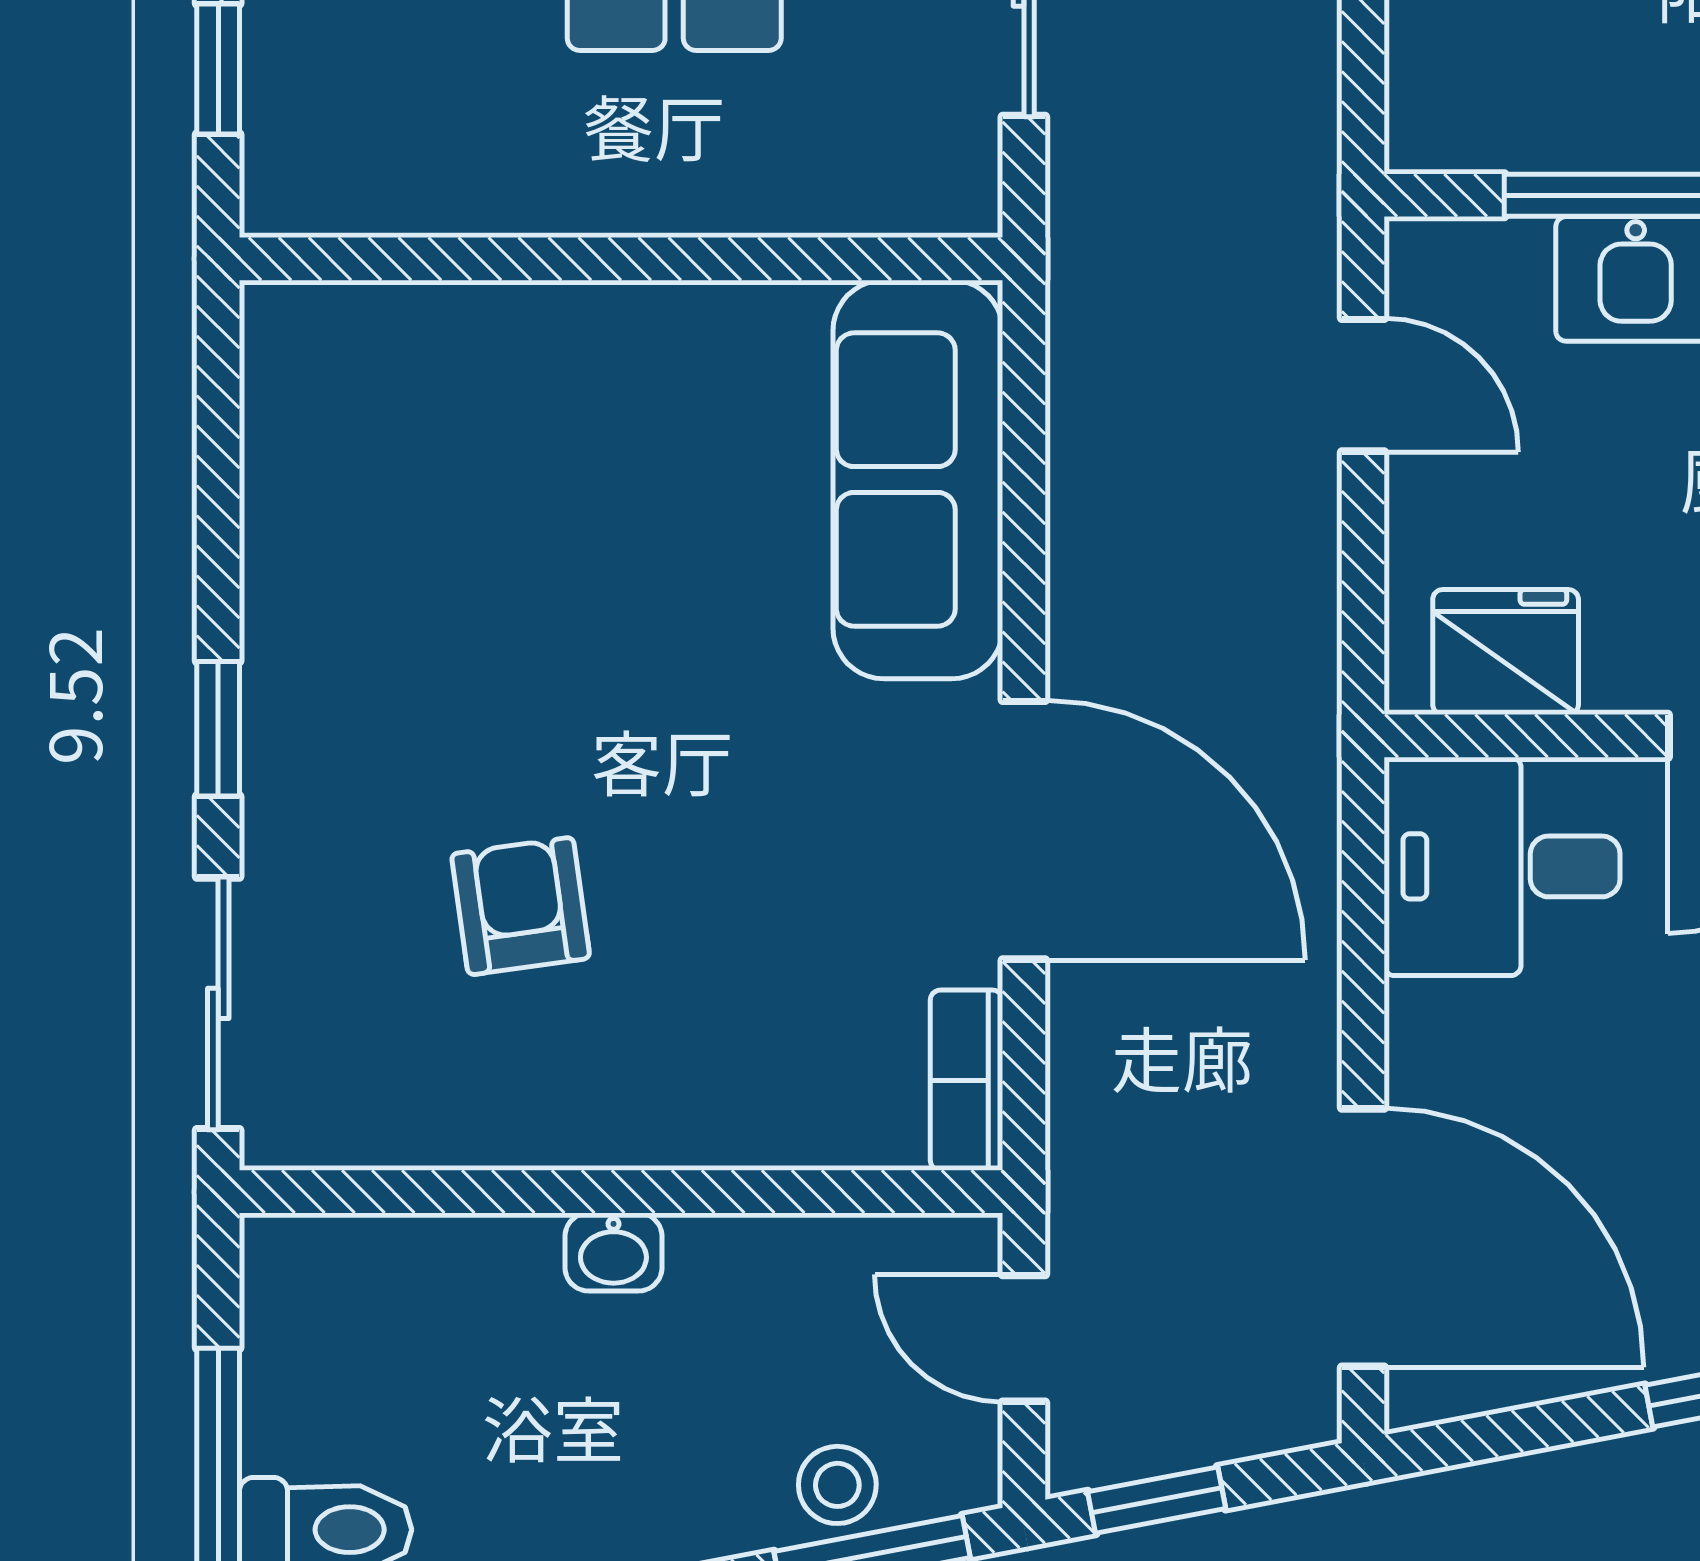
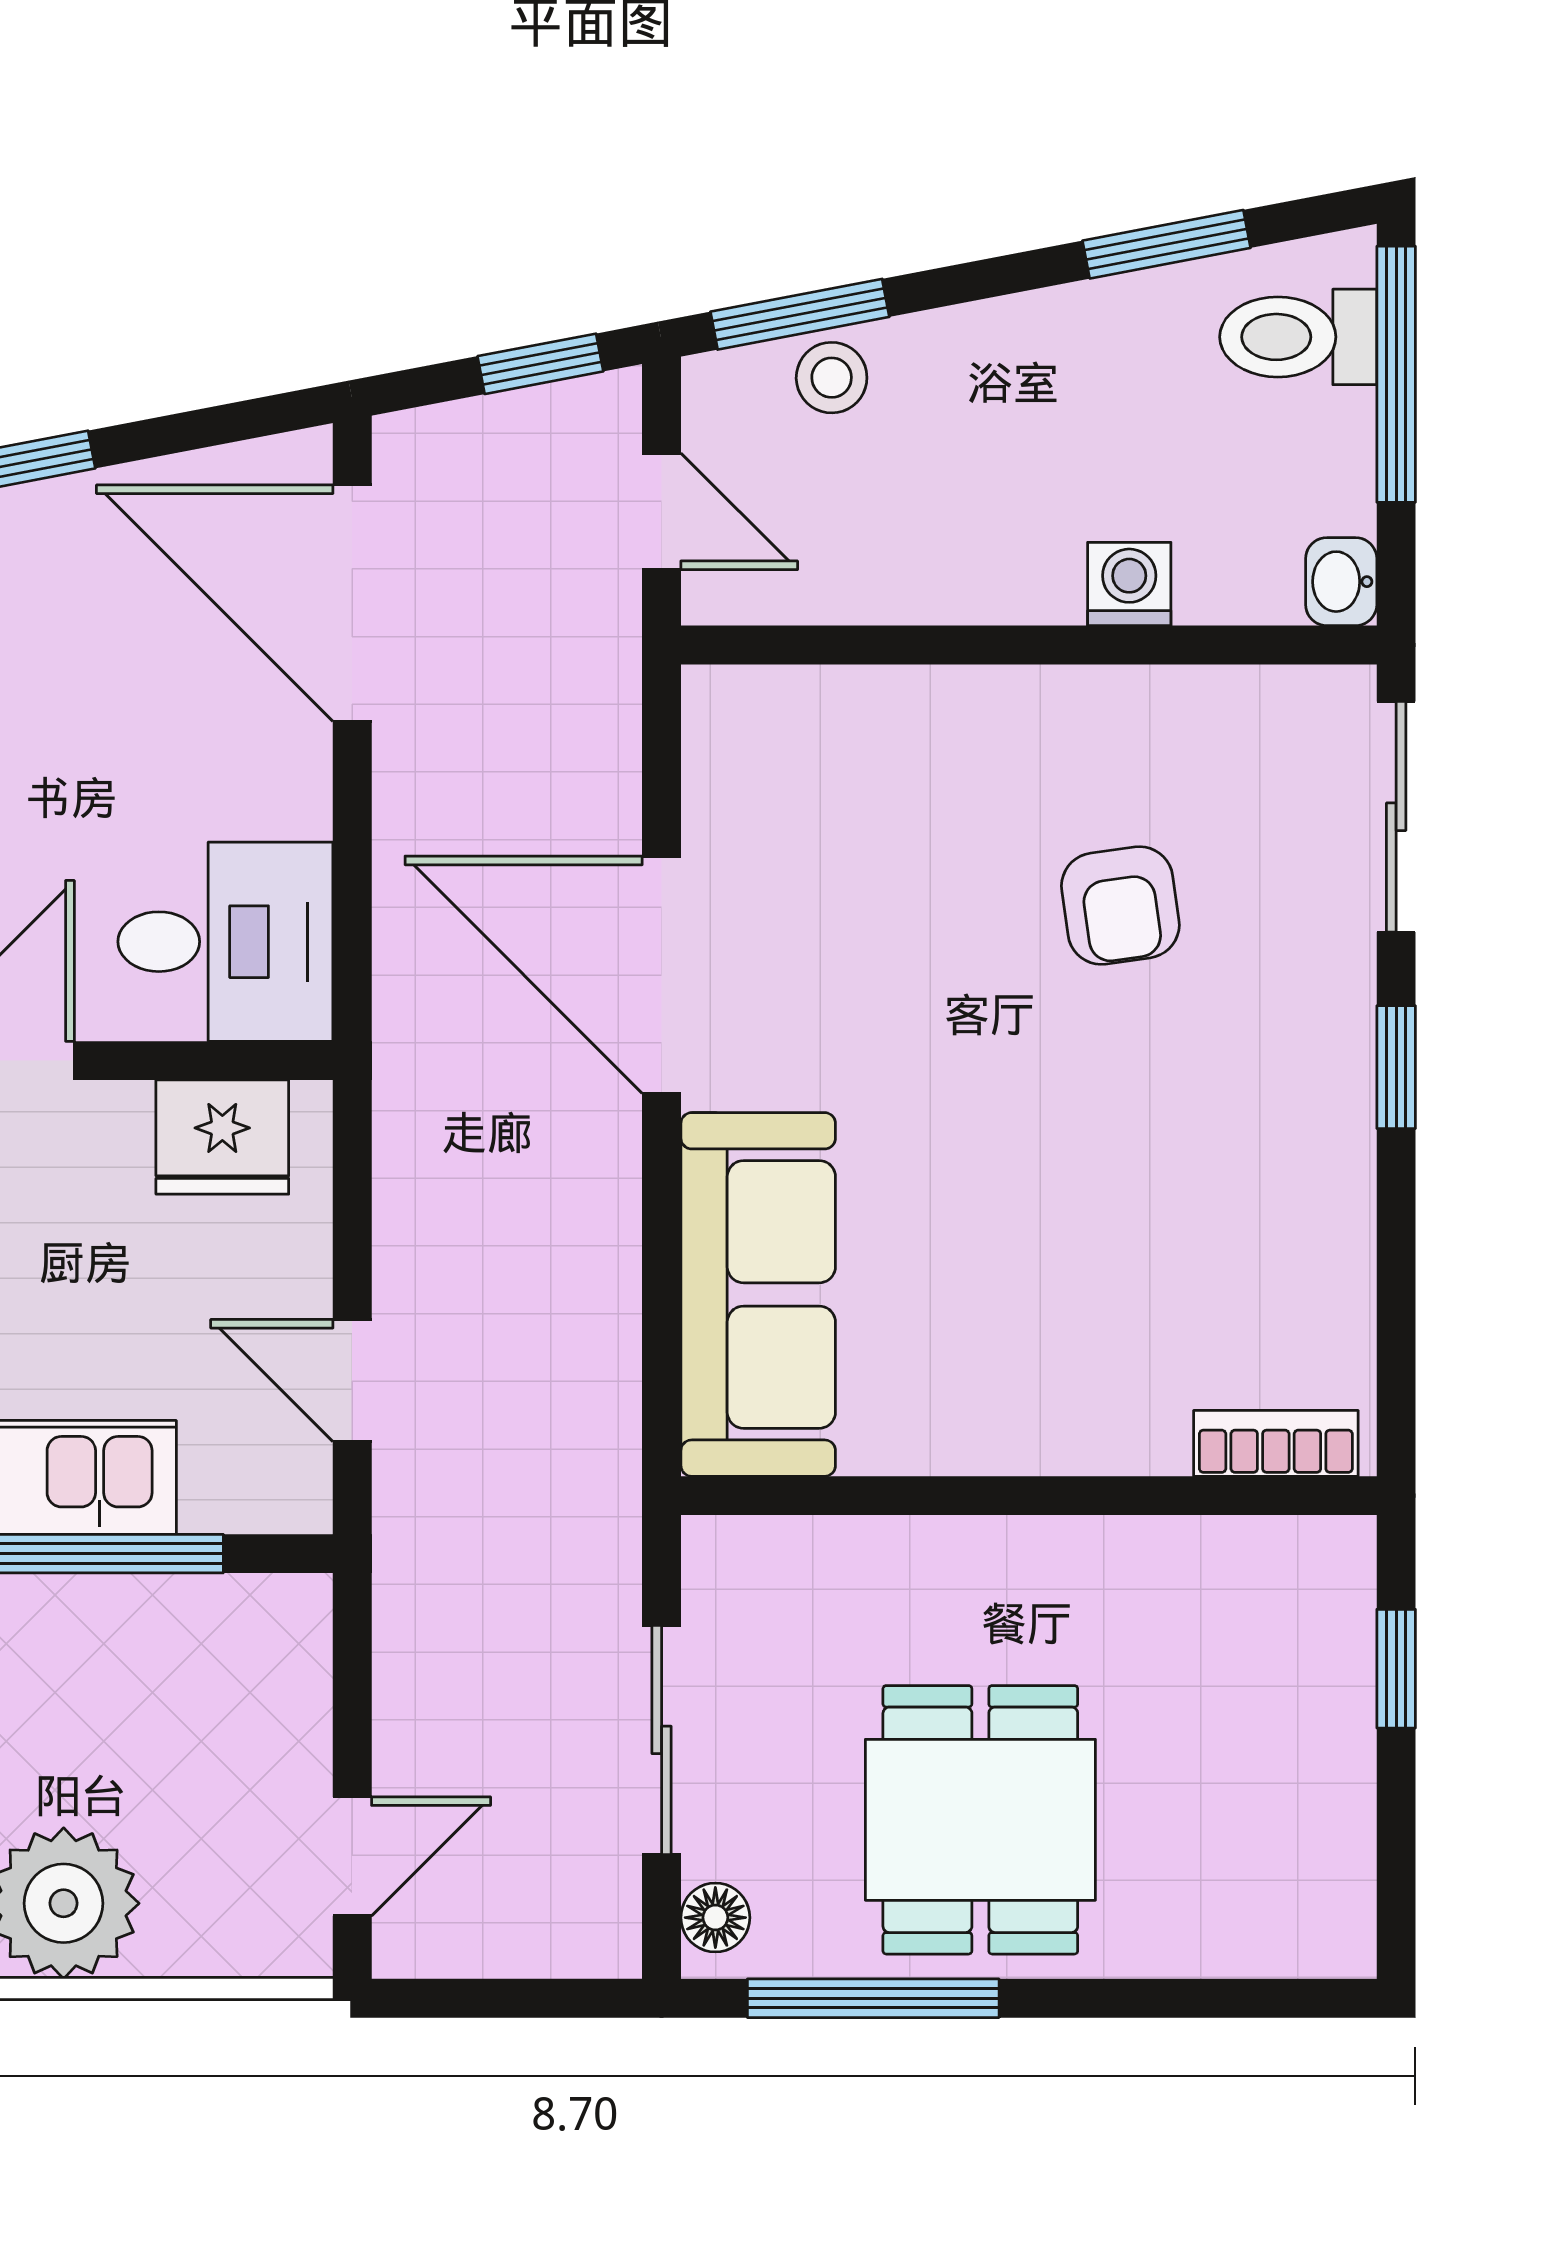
bookcase: (966, 1080) -> (1276, 1443), moved, turned -90
washbasin: (613, 1252) -> (1341, 582), moved, turned -90
washing machine: (511, 1259) -> (1129, 584), added

